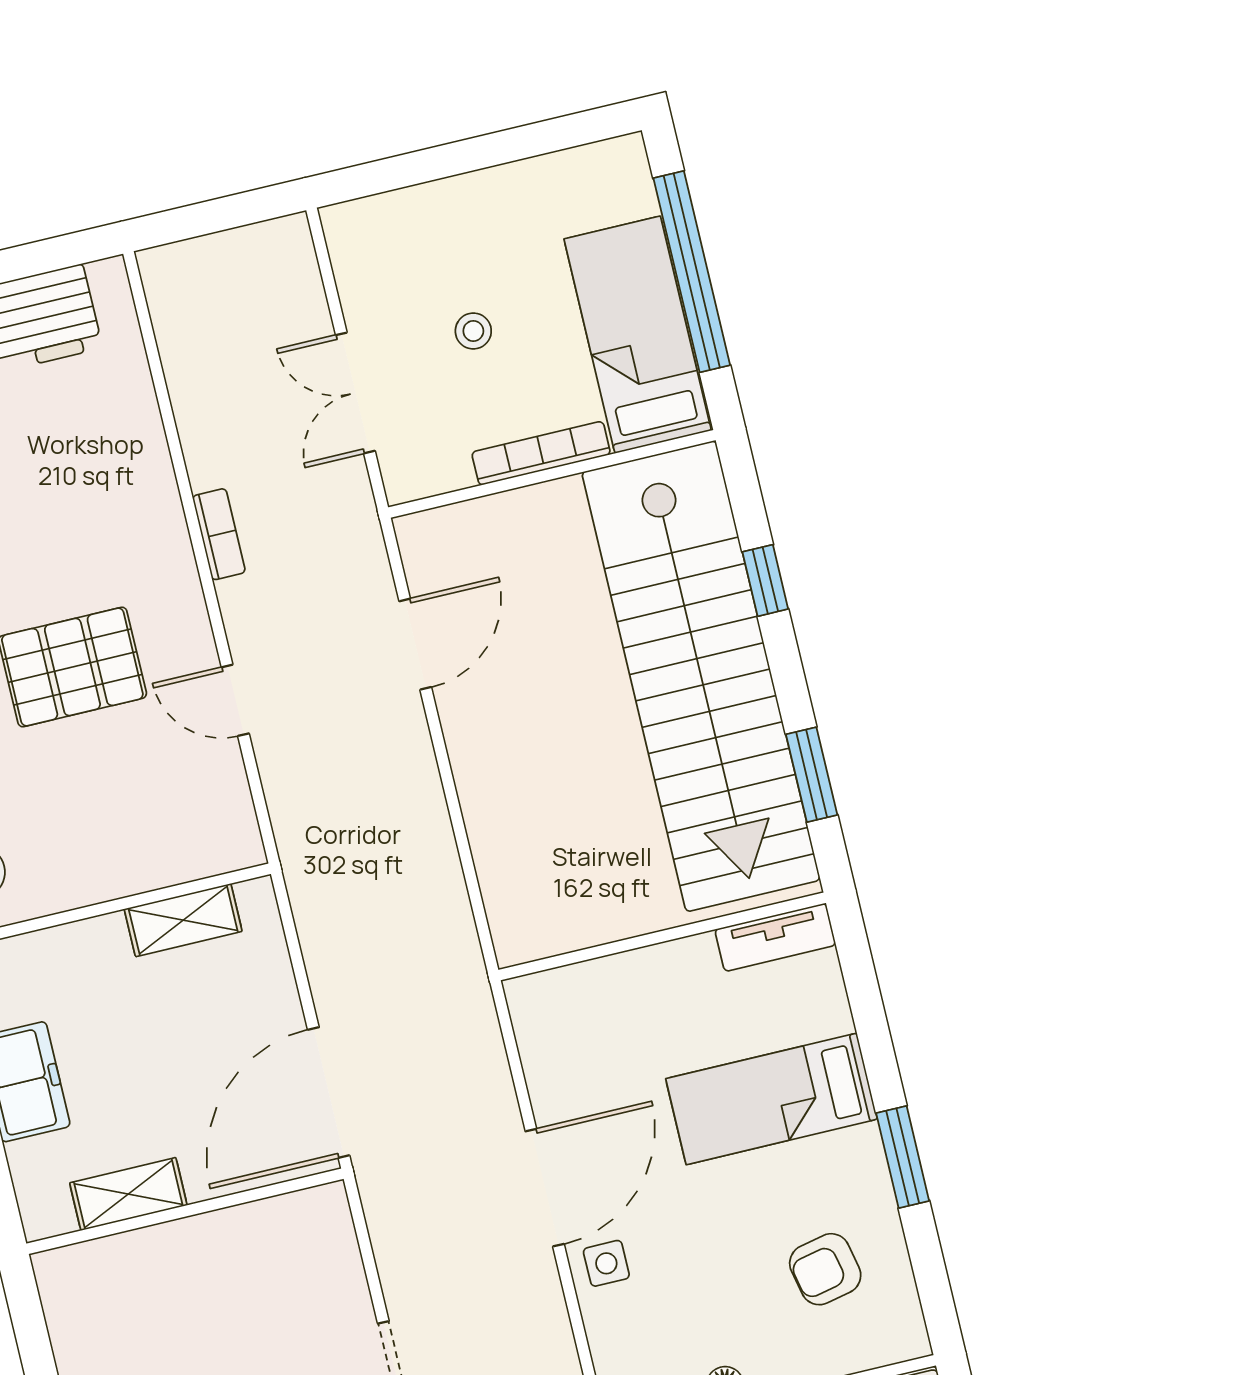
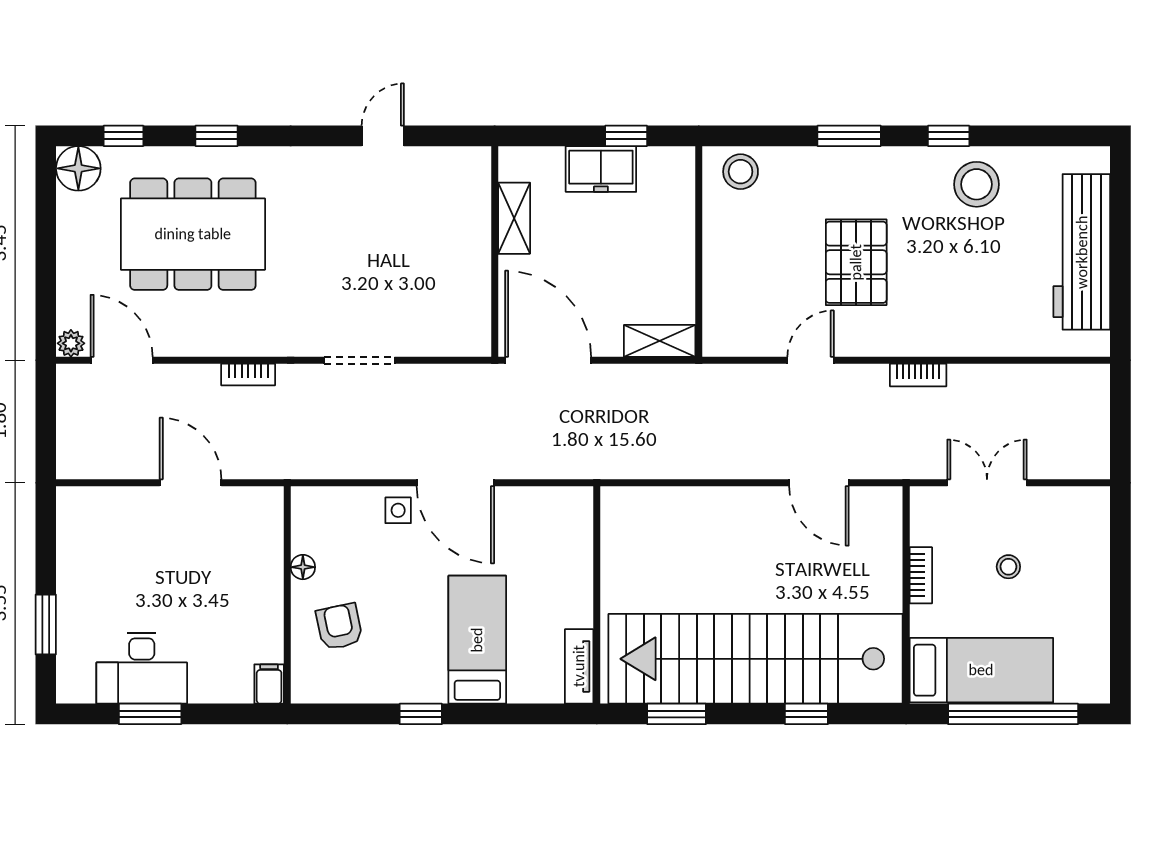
bookcase: (541, 453) -> (921, 575), width x0.64
shelving: (183, 920) -> (660, 341), moved, turned 90
window: (903, 1157) -> (421, 714), width x0.67
armchair: (825, 1269) -> (339, 627), moved

